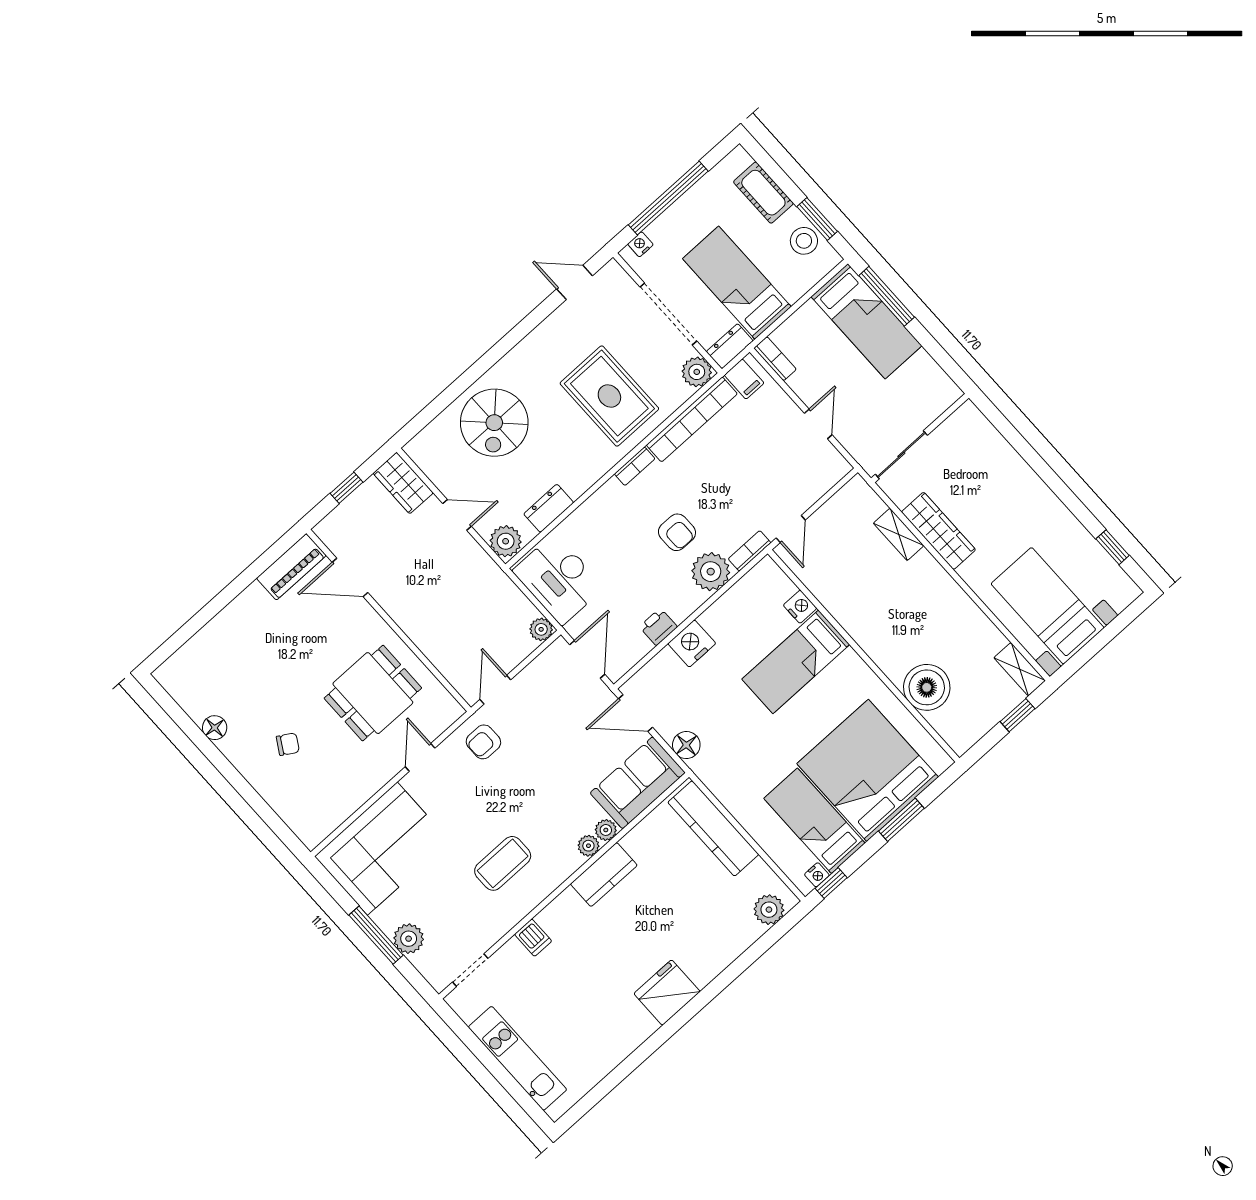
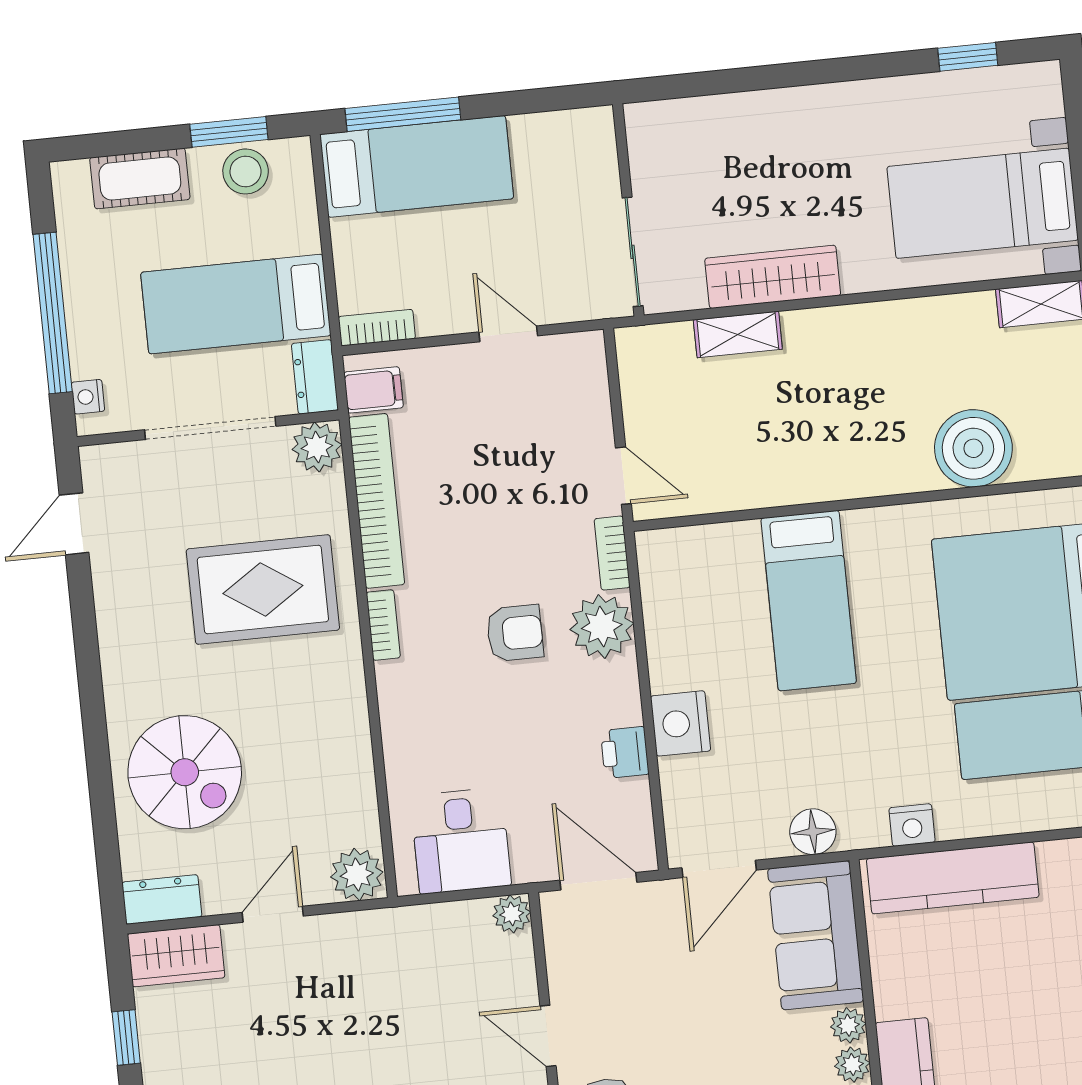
dresser: (549, 508) -> (162, 899), moved, turned 90
desk: (558, 579) -> (461, 841), width x0.73
nightstand: (800, 607) -> (912, 825), moved, turned 180

